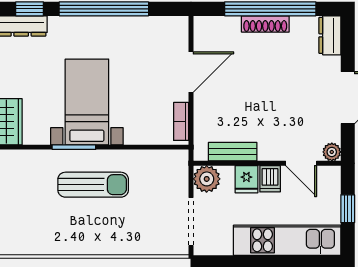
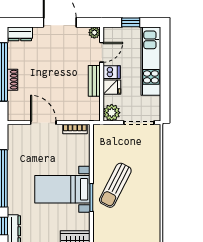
shoe rack: (265, 24) -> (13, 80), width x0.70
bench: (233, 152) -> (94, 81), moved
sun lounger: (93, 185) -> (115, 185), turned -153

